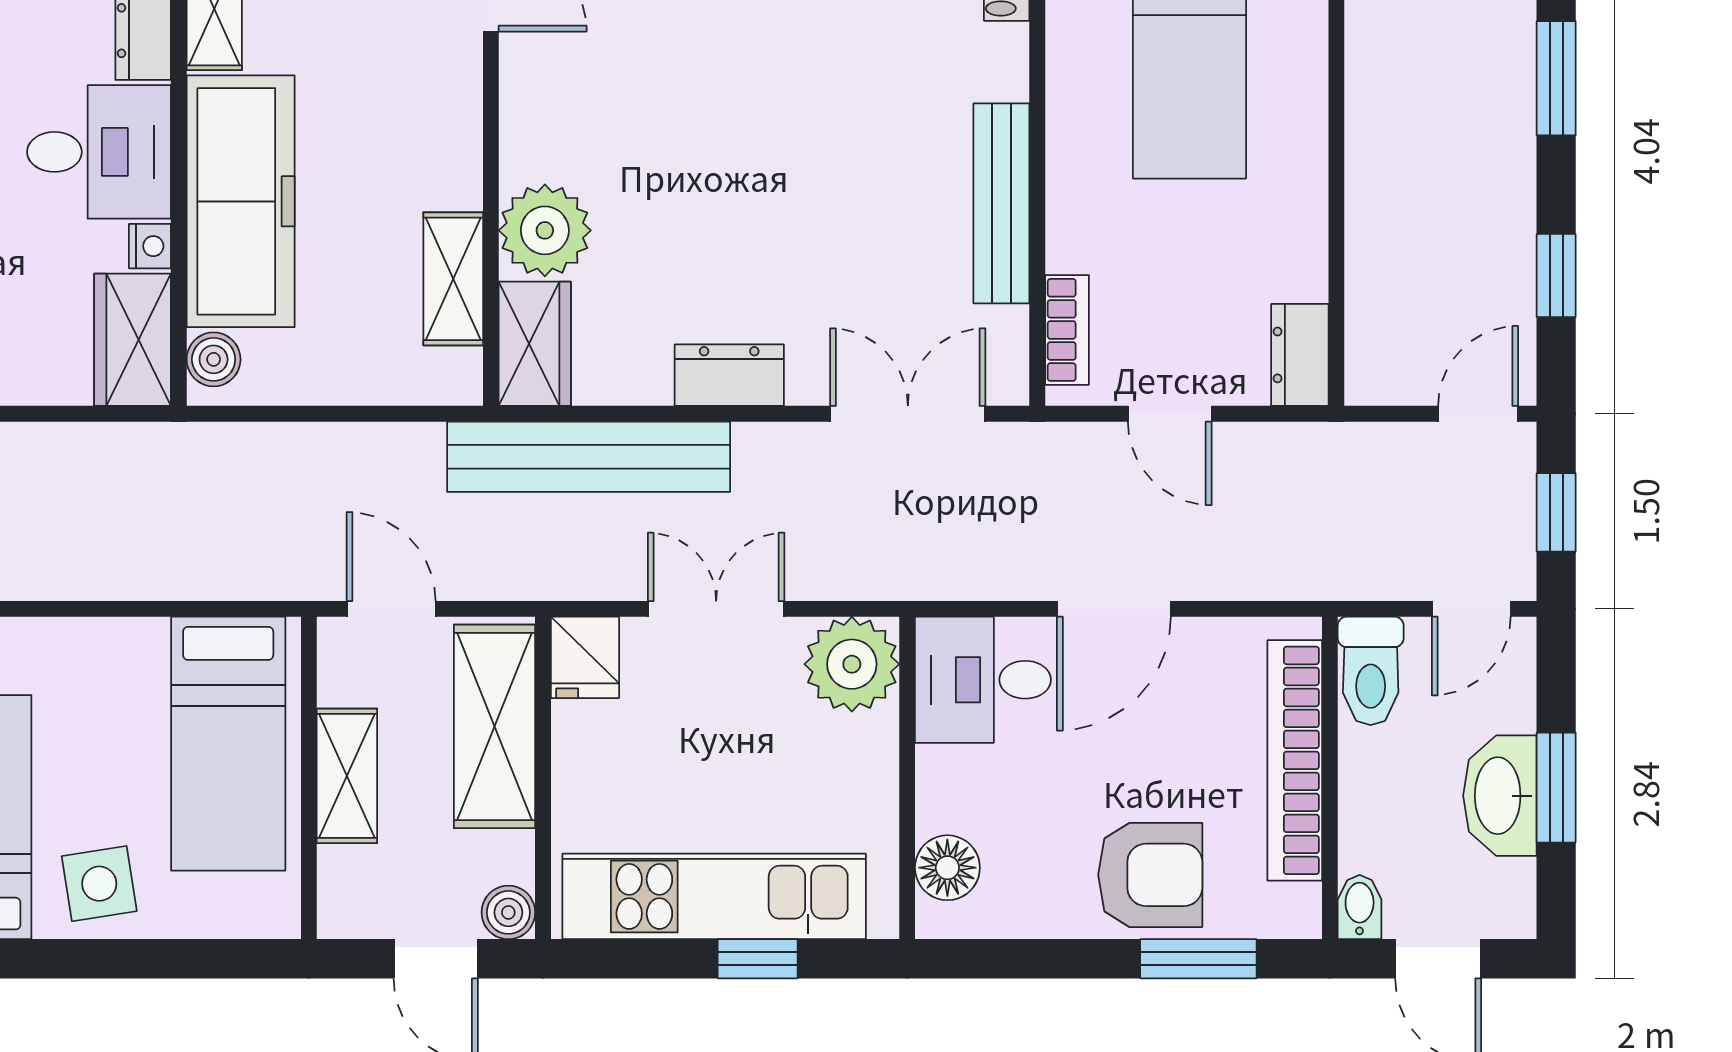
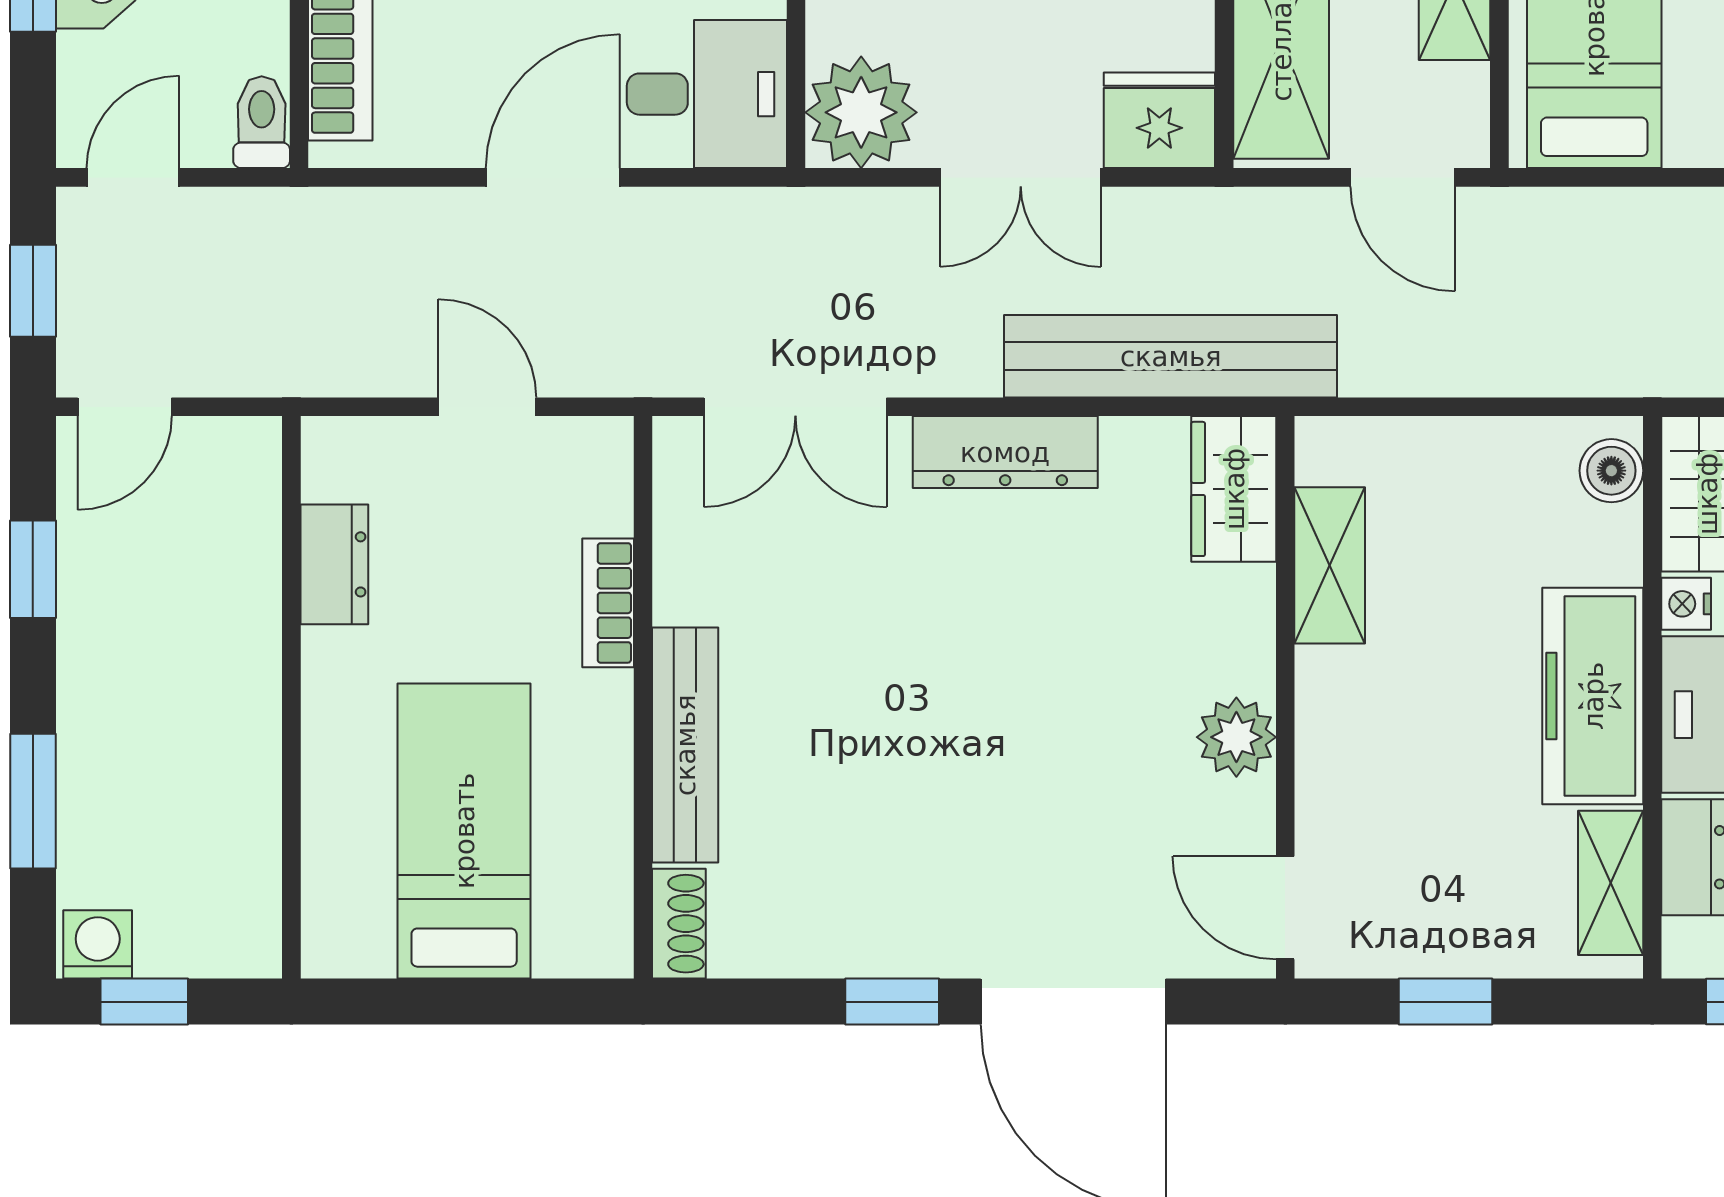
freezer: (241, 201) -> (1593, 696), width x0.73, depth x0.79
bench: (1001, 203) -> (685, 745), moved
plant: (545, 230) -> (1236, 737), moved, width x0.73, depth x0.73
bookcase: (1067, 330) -> (608, 603), moved
dresser: (1300, 355) -> (334, 564), moved
dresser: (729, 375) -> (1005, 452), width x1.44
fridge: (585, 657) -> (1159, 120), width x1.38
toilet: (1371, 671) -> (262, 122), width x0.73, depth x0.72

